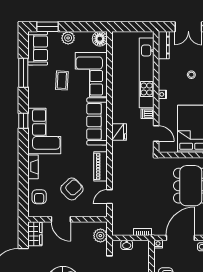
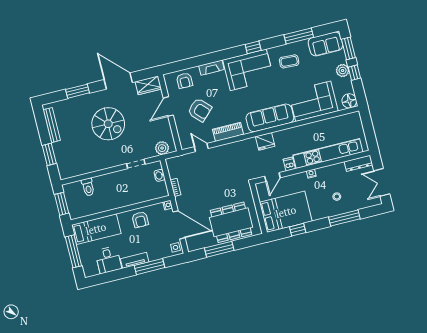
window: (73, 27) -> (354, 73), added
coffee table: (62, 80) -> (289, 61), moved
armchair: (39, 197) -> (184, 81), turned -90

